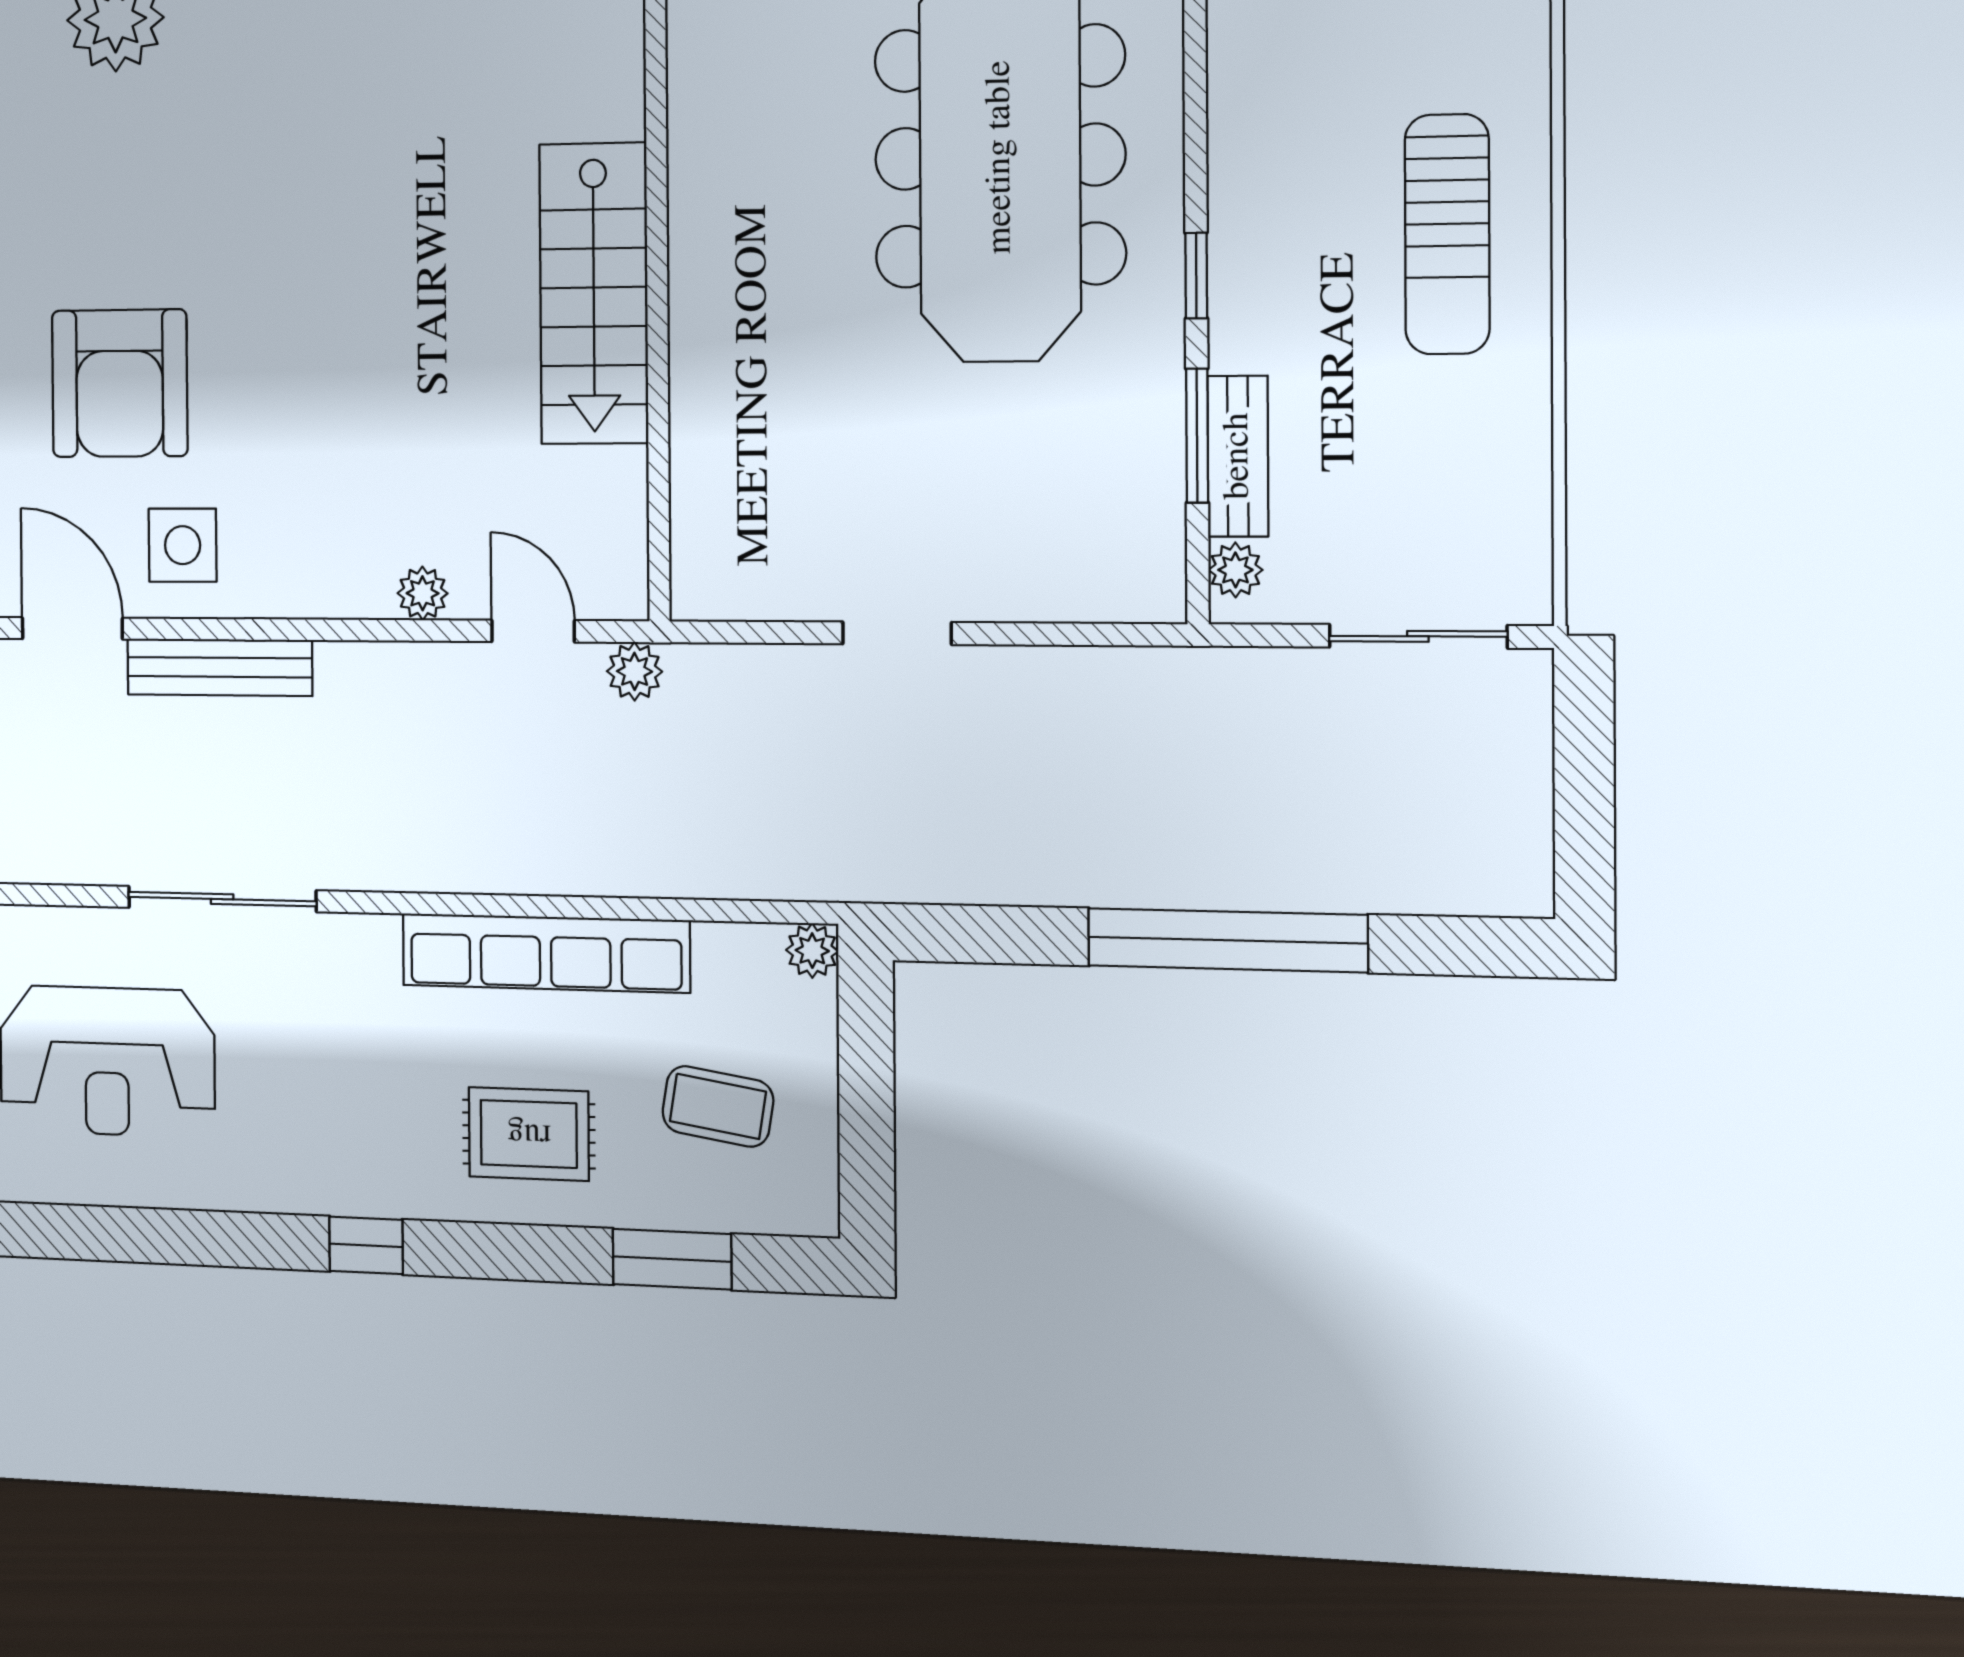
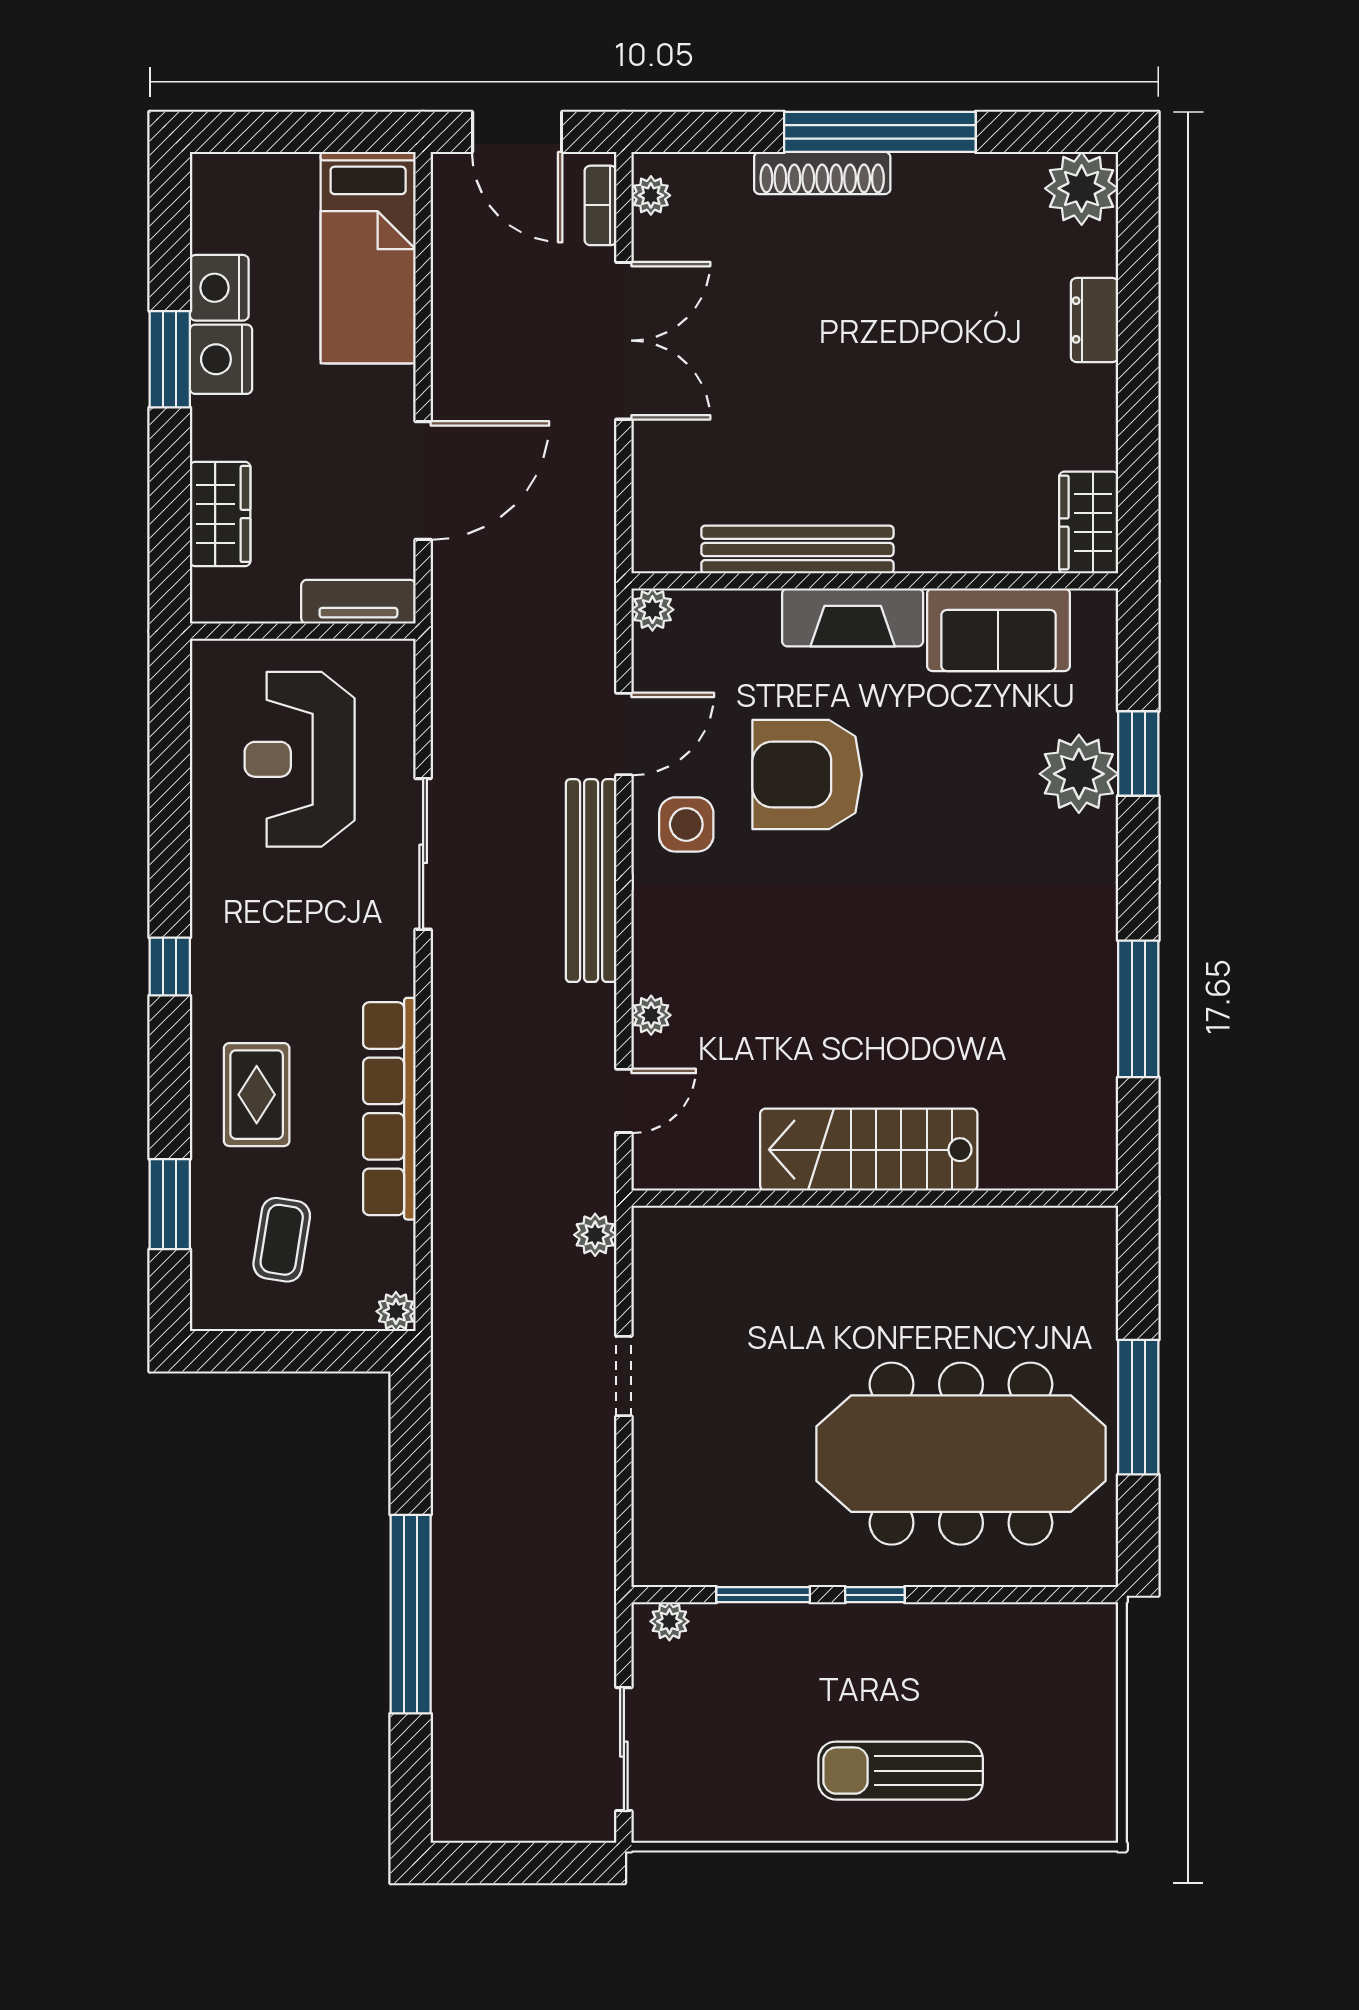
bench: (1238, 456) -> (749, 1623), removed
bench: (220, 667) -> (591, 881), width x1.37, depth x1.21
plant: (635, 671) -> (595, 1235), moved

